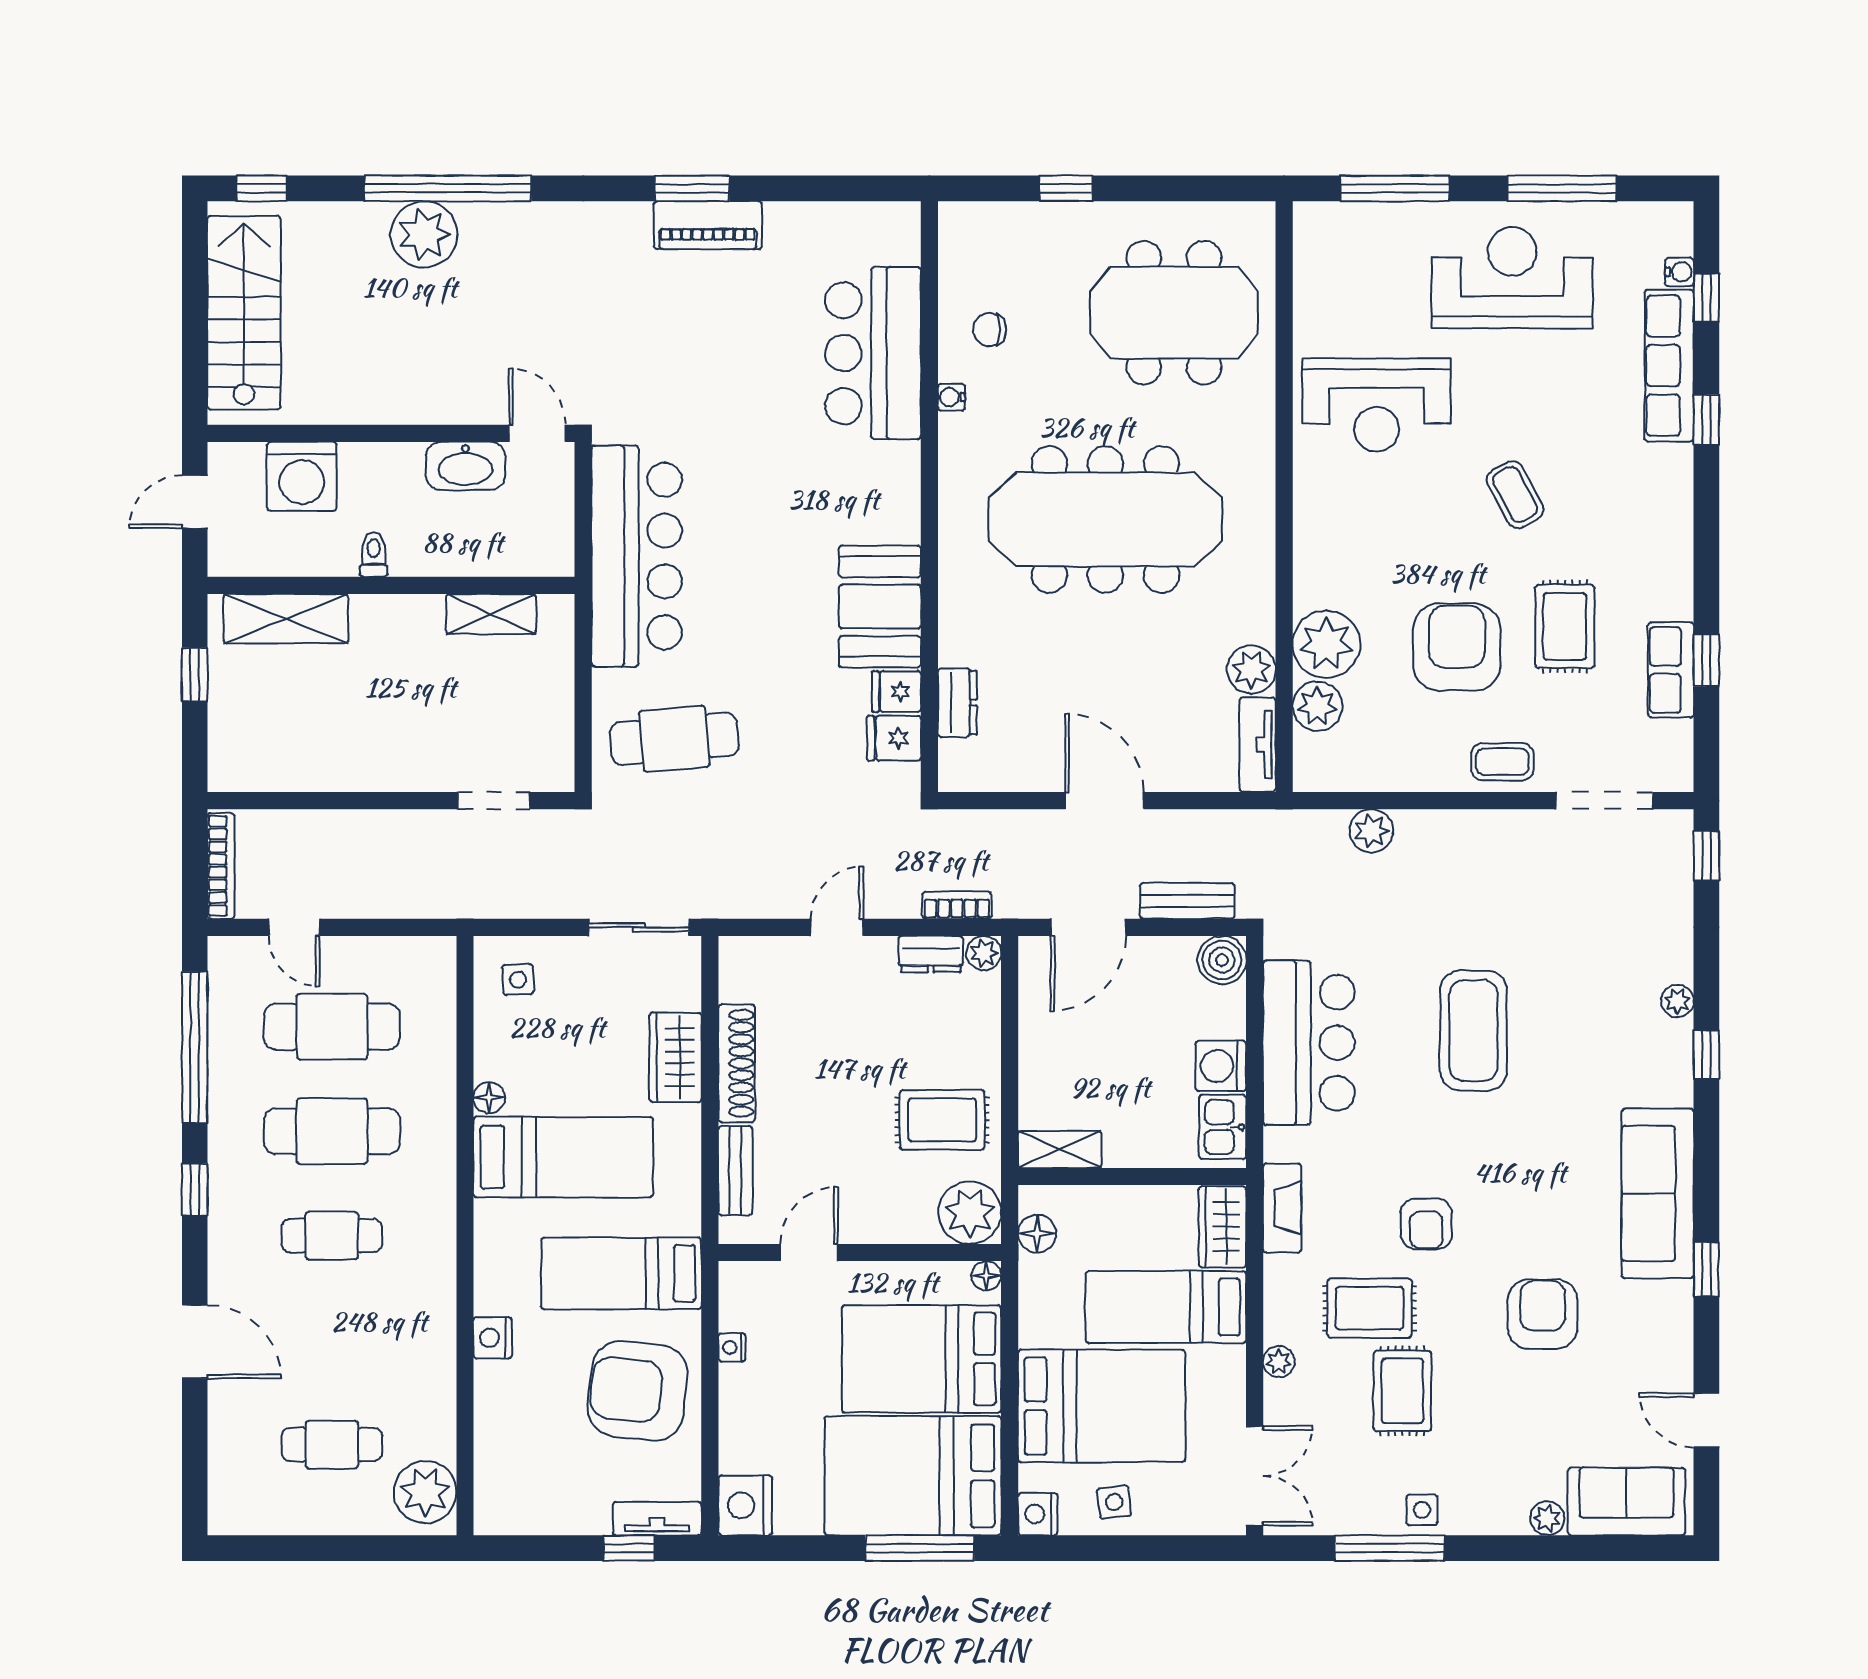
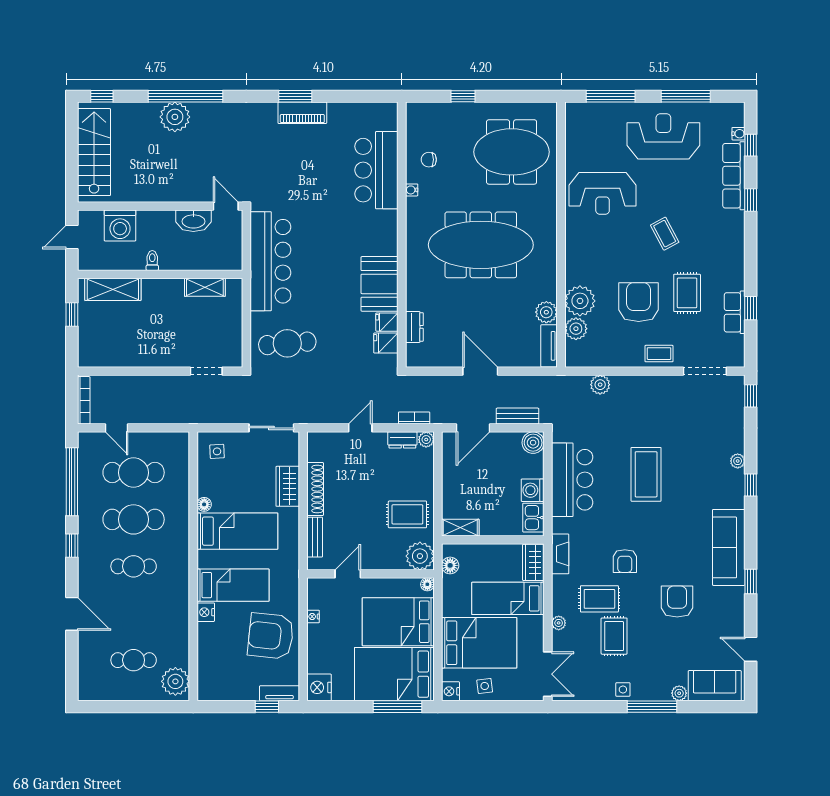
bed: (621, 1273) -> (233, 585), moved, turned 180
window: (1390, 1548) -> (652, 707), moved

